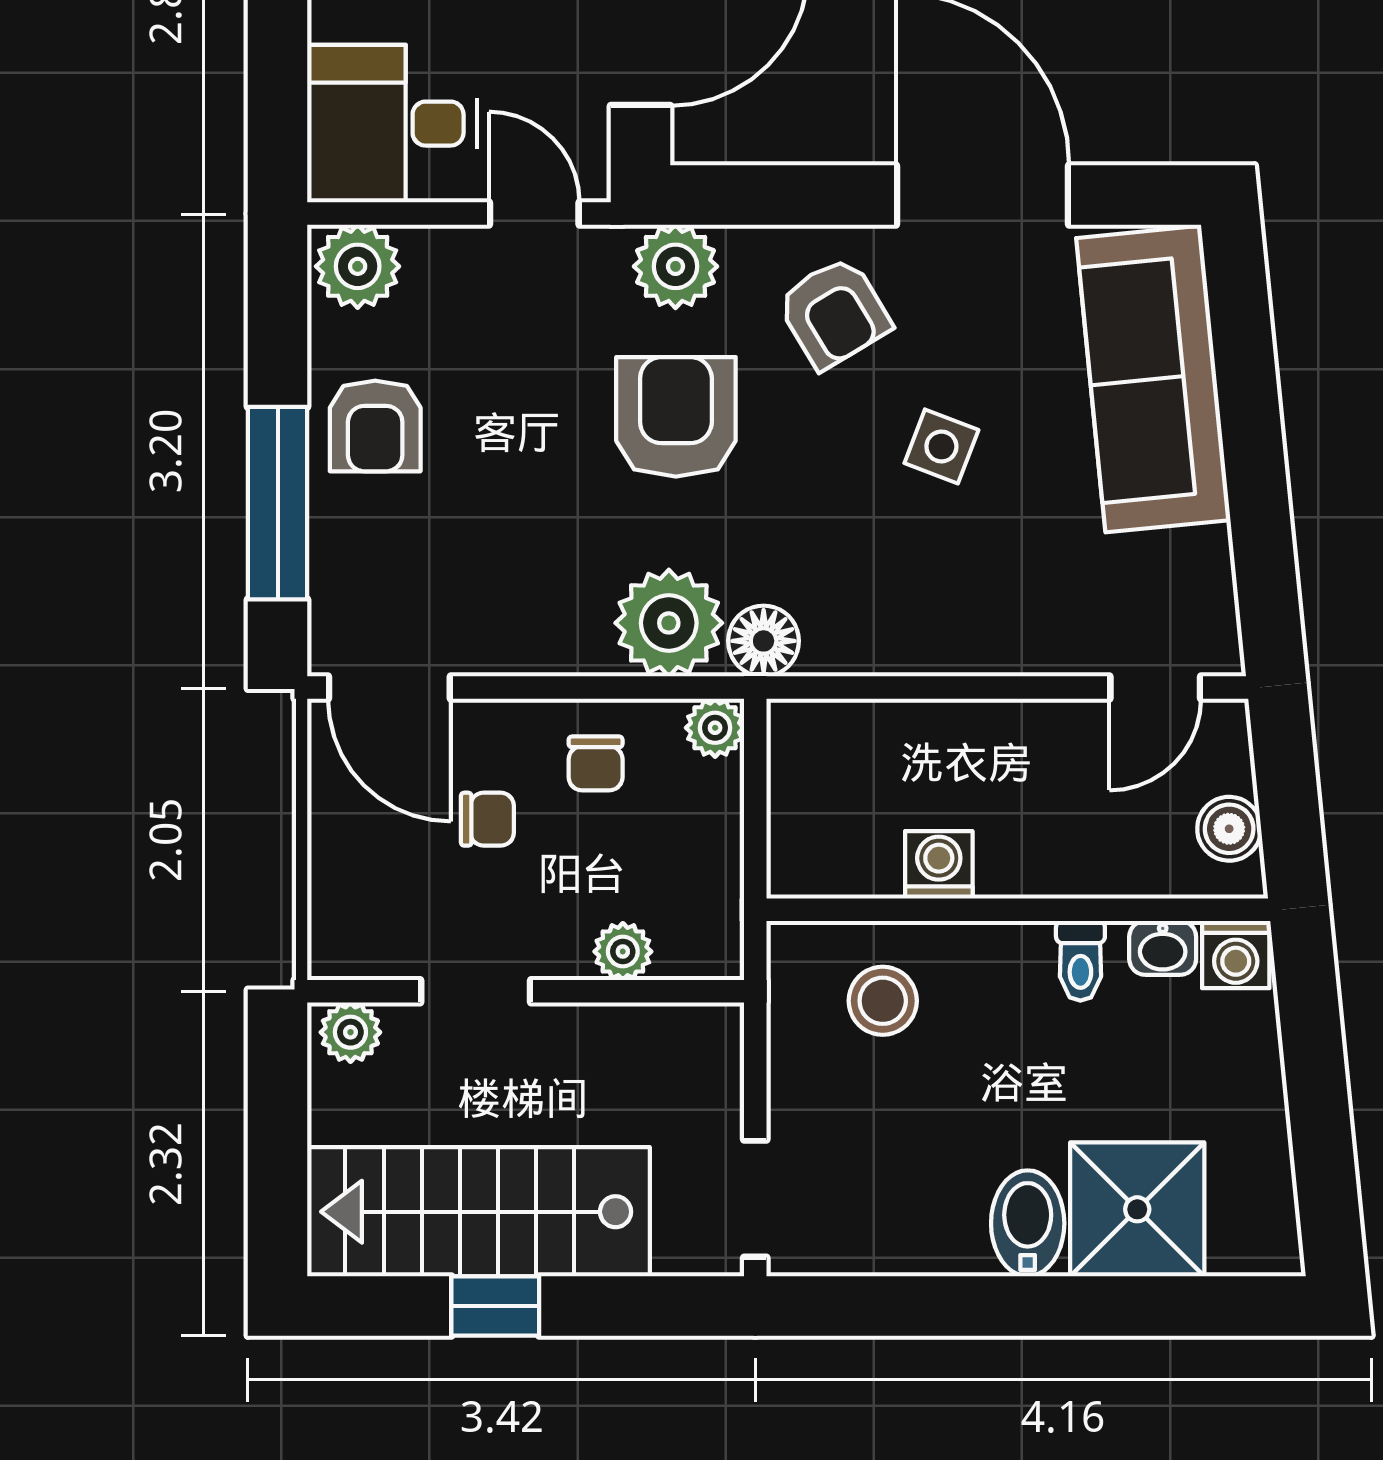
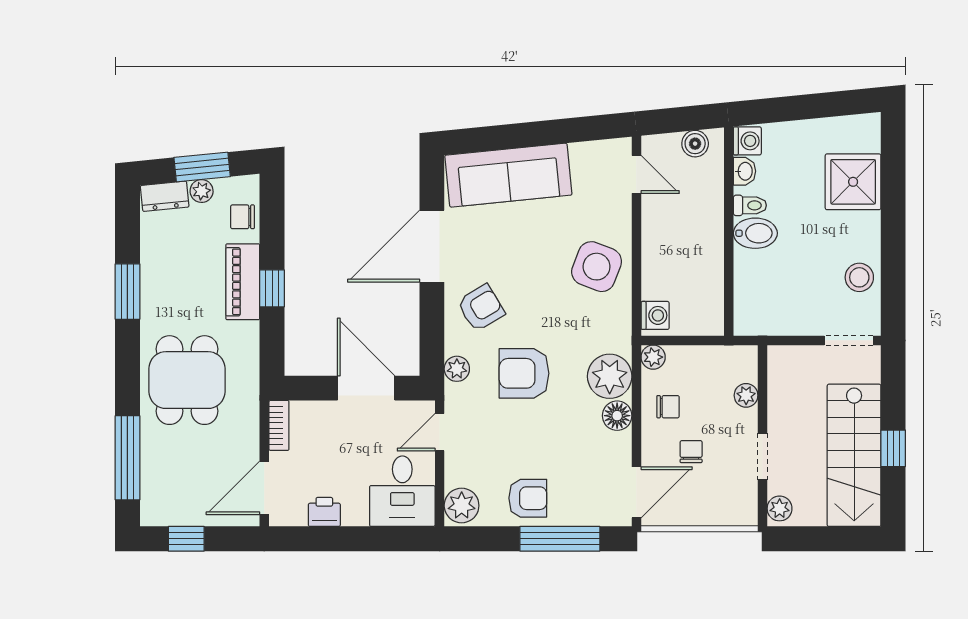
plant: (675, 266) -> (457, 369), width x0.73, depth x0.73
side table: (941, 446) -> (597, 267), moved, width x1.87, depth x1.87
floor lamp: (764, 641) -> (617, 416), moved
washing machine: (939, 865) -> (655, 315), moved, turned 180
stool: (883, 1001) -> (859, 277), moved
bidet: (1028, 1223) -> (755, 233), moved, turned 180

